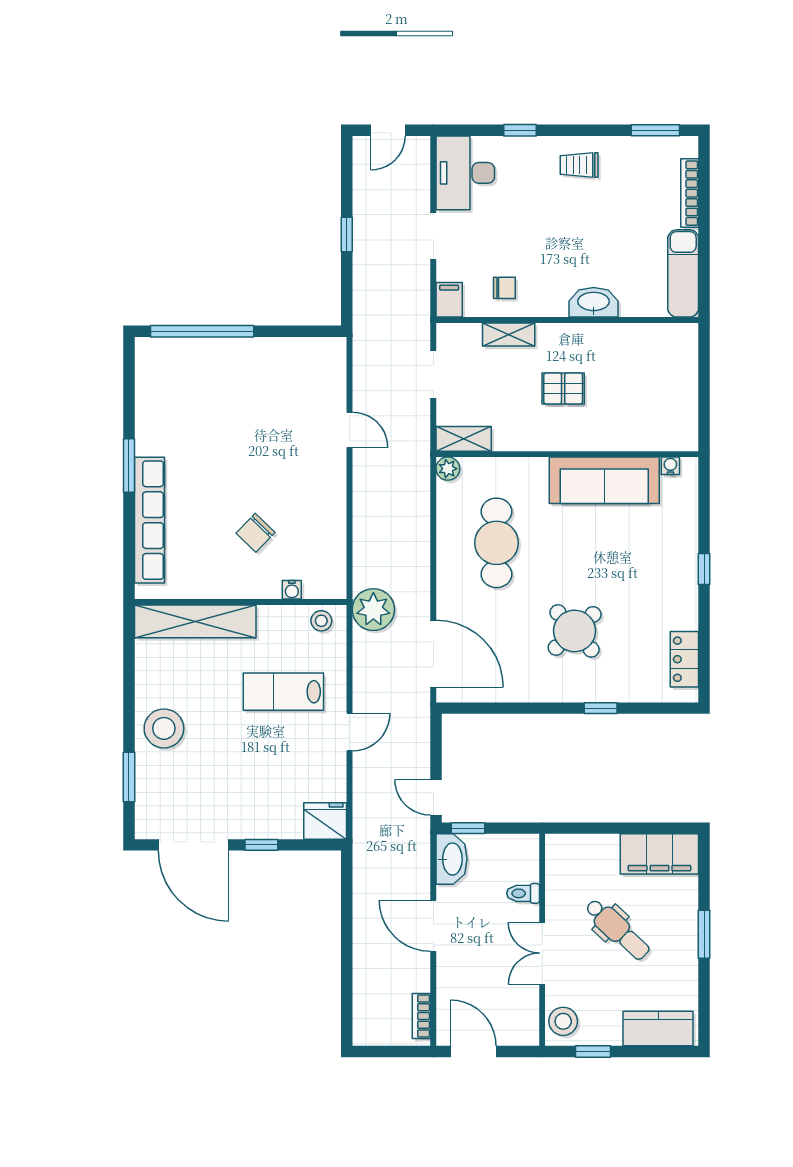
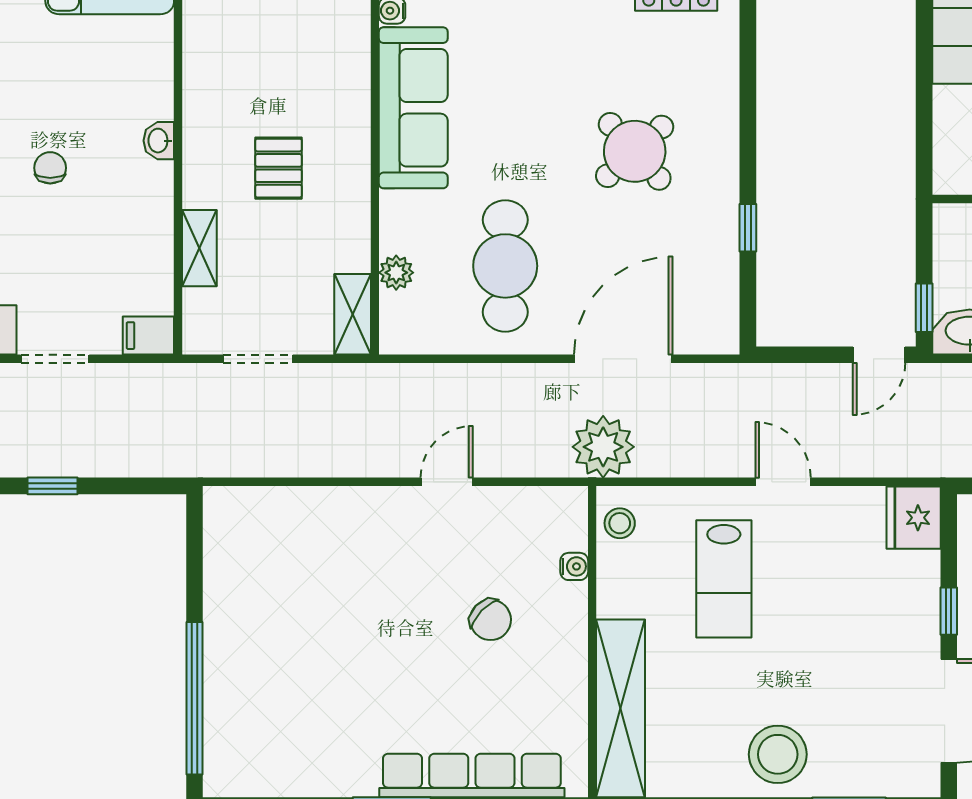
chair: (504, 288) -> (50, 168), moved
washbasin: (594, 302) -> (159, 141), width x0.52, depth x0.69
door: (350, 430) -> (447, 482), moved
plant: (448, 469) -> (396, 273), moved
cafe table: (497, 543) -> (505, 266), turned 90
door: (433, 654) -> (623, 359), moved
window: (601, 708) -> (748, 228), moved

